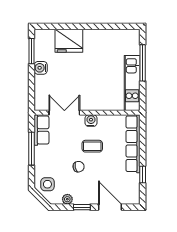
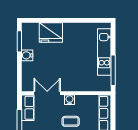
window: (143, 63) -> (113, 70), moved
kitchen unit: (132, 83) -> (104, 52), moved

